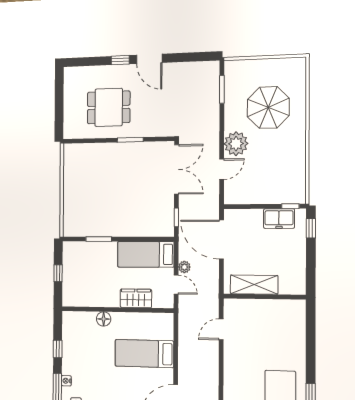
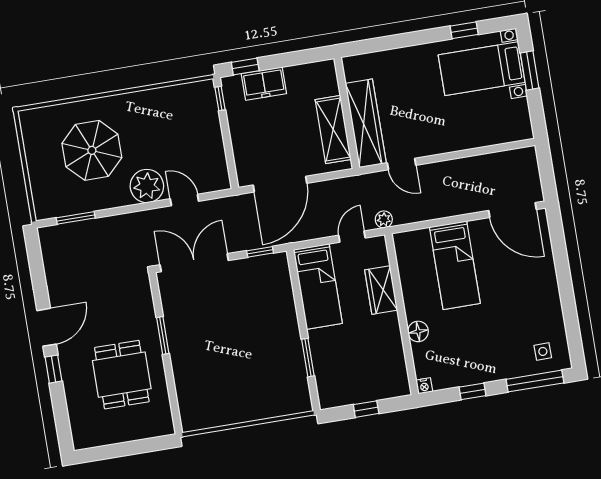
freezer: (279, 219) -> (264, 84), moved, turned 90
plant: (184, 267) -> (384, 219), moved
wardrobe: (255, 309) -> (366, 123), added
nightstand: (66, 381) -> (424, 386), moved

